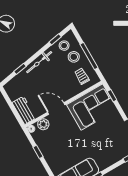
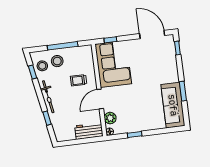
trolley: (82, 76) -> (79, 80), moved

